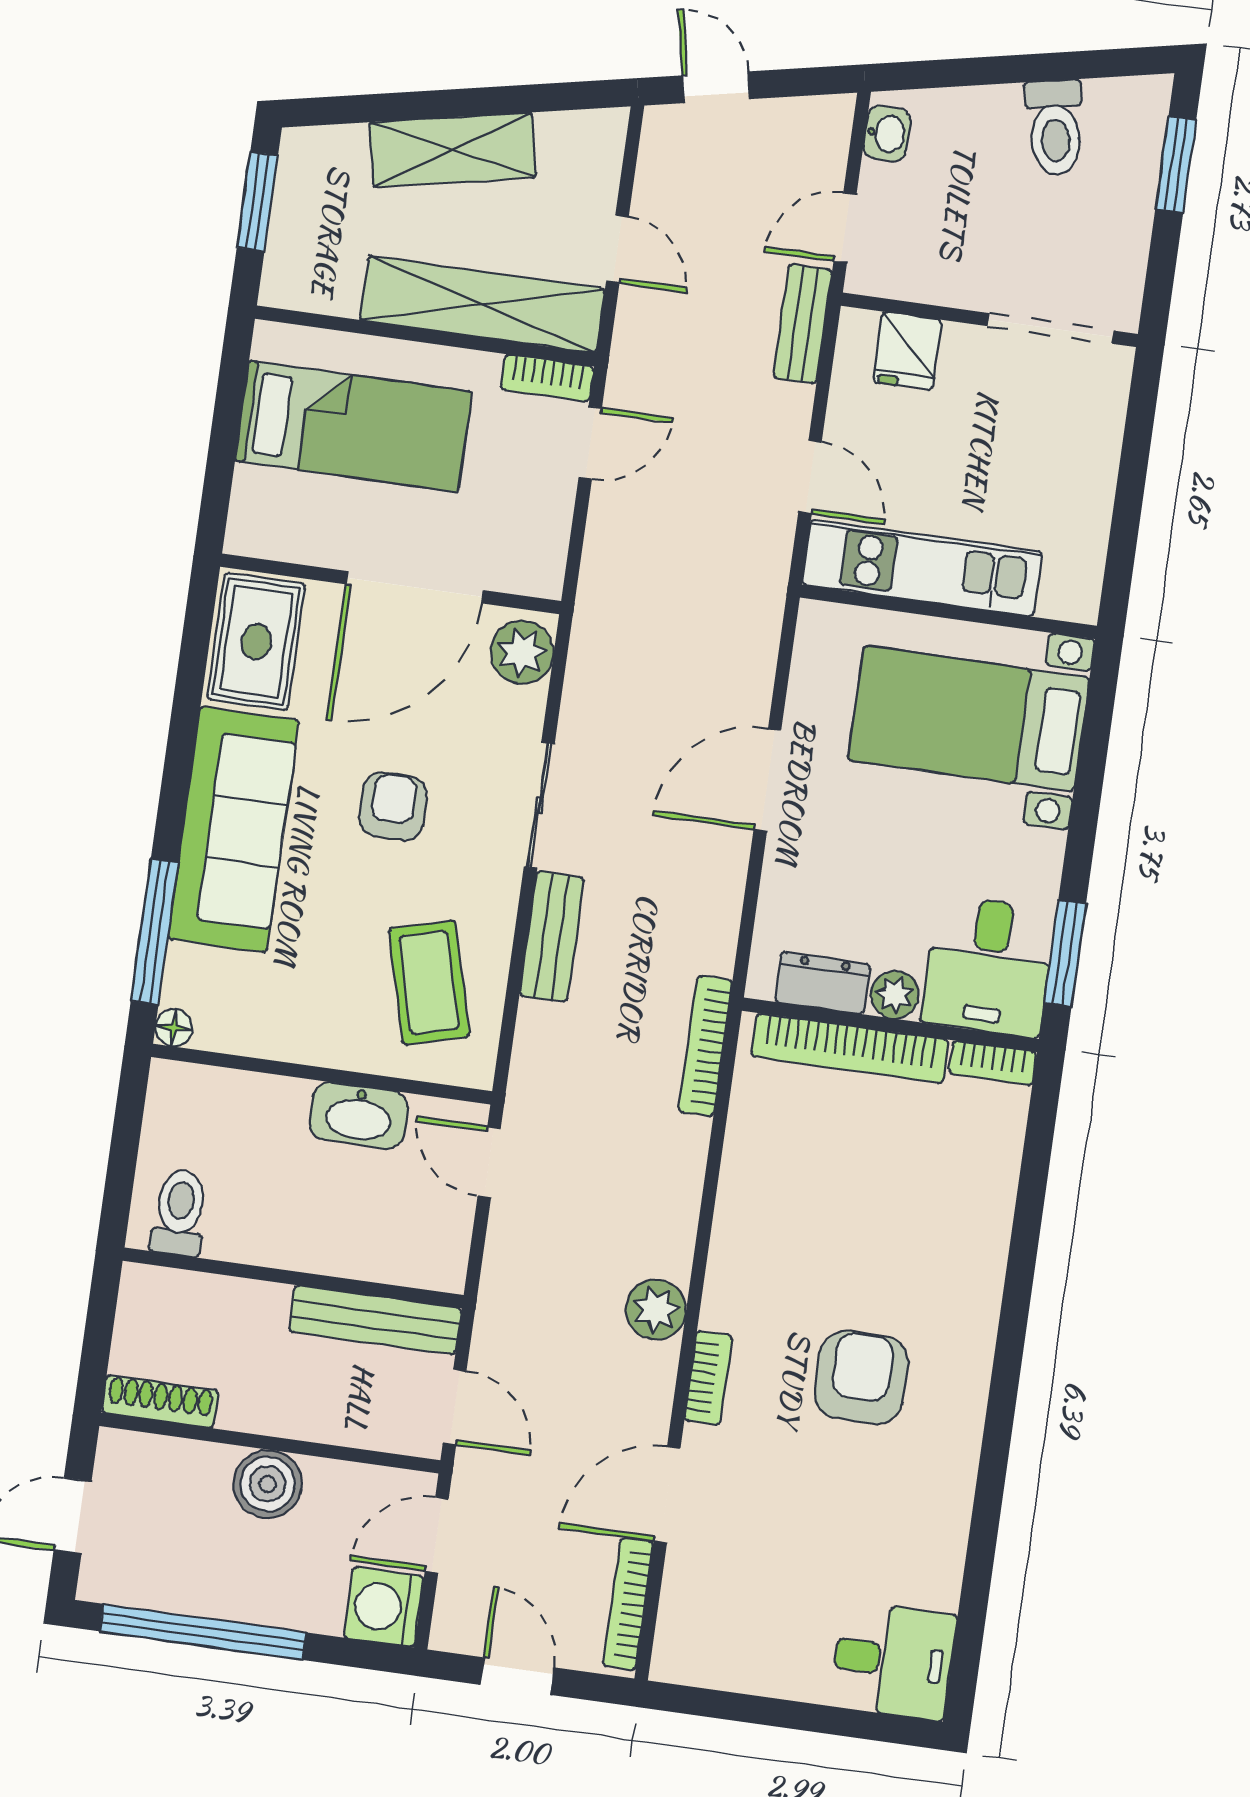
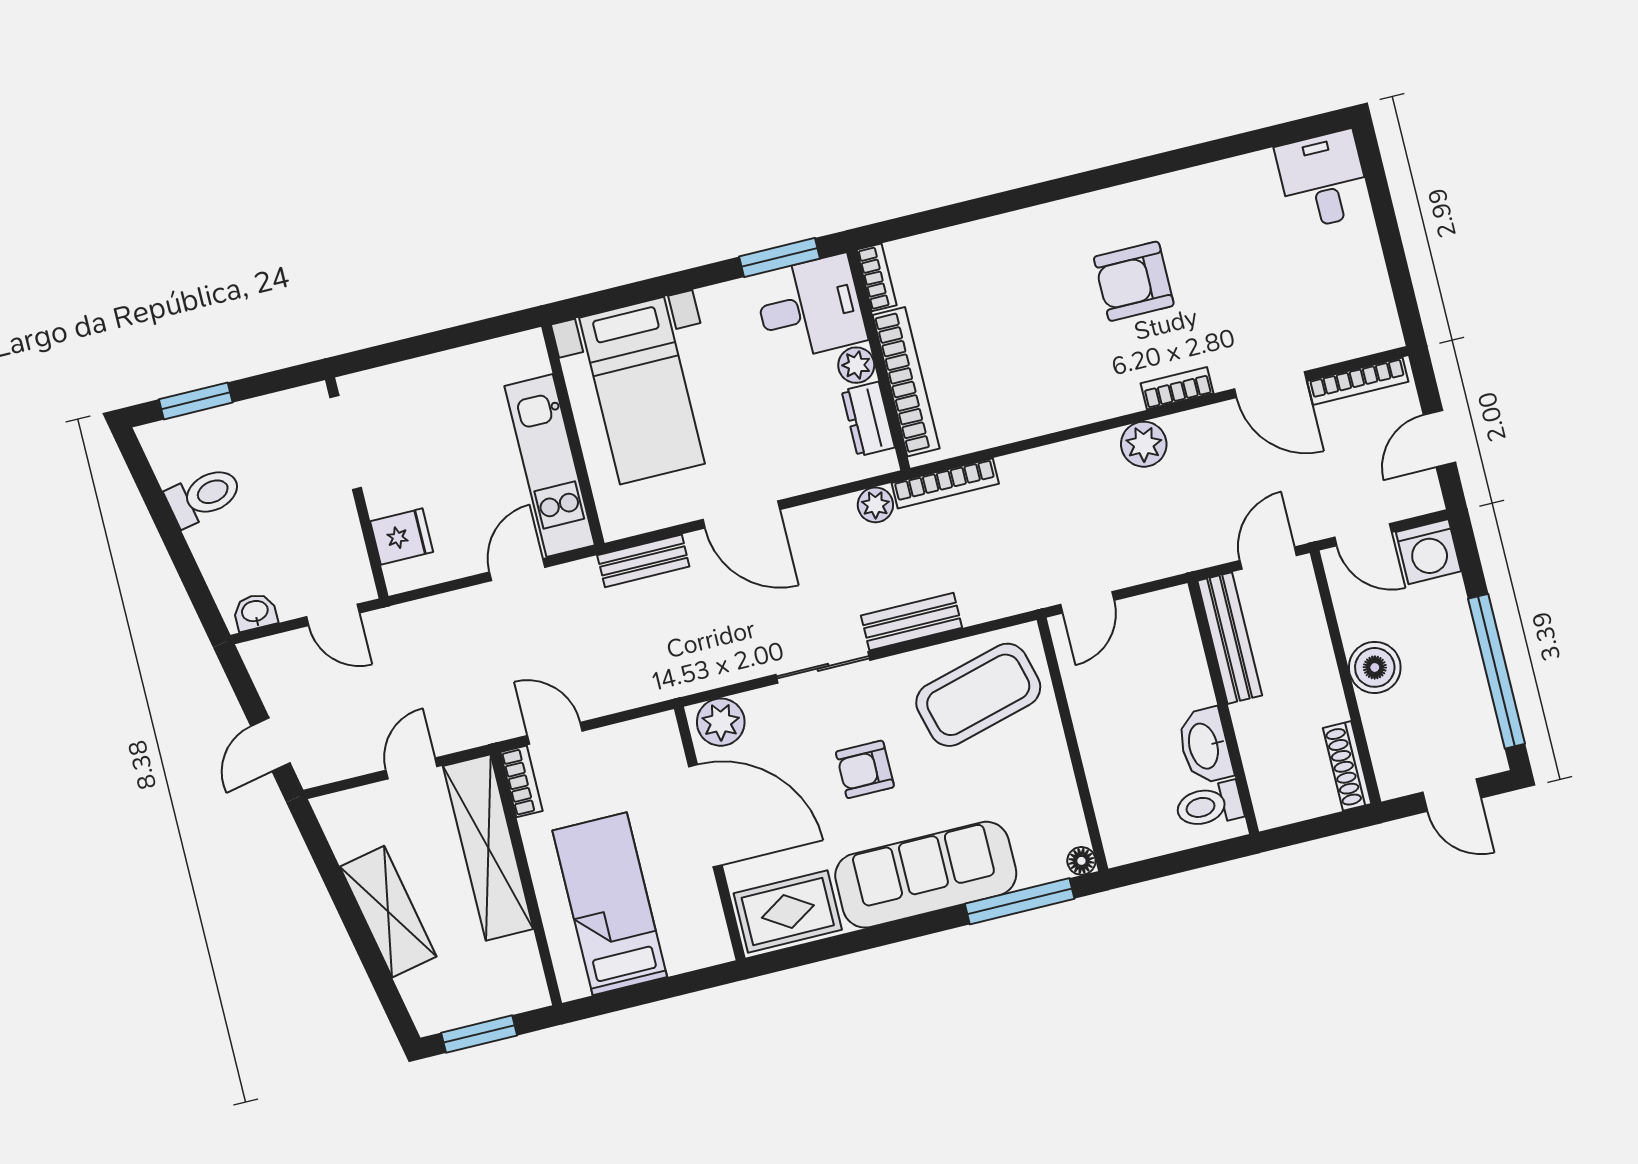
bench: (803, 324) -> (643, 561), moved
plant: (713, 950) -> (875, 505), added
coffee table: (429, 983) -> (978, 695), width x1.36, depth x1.32
washbasin: (359, 1116) -> (1205, 746), moved, turned 180

